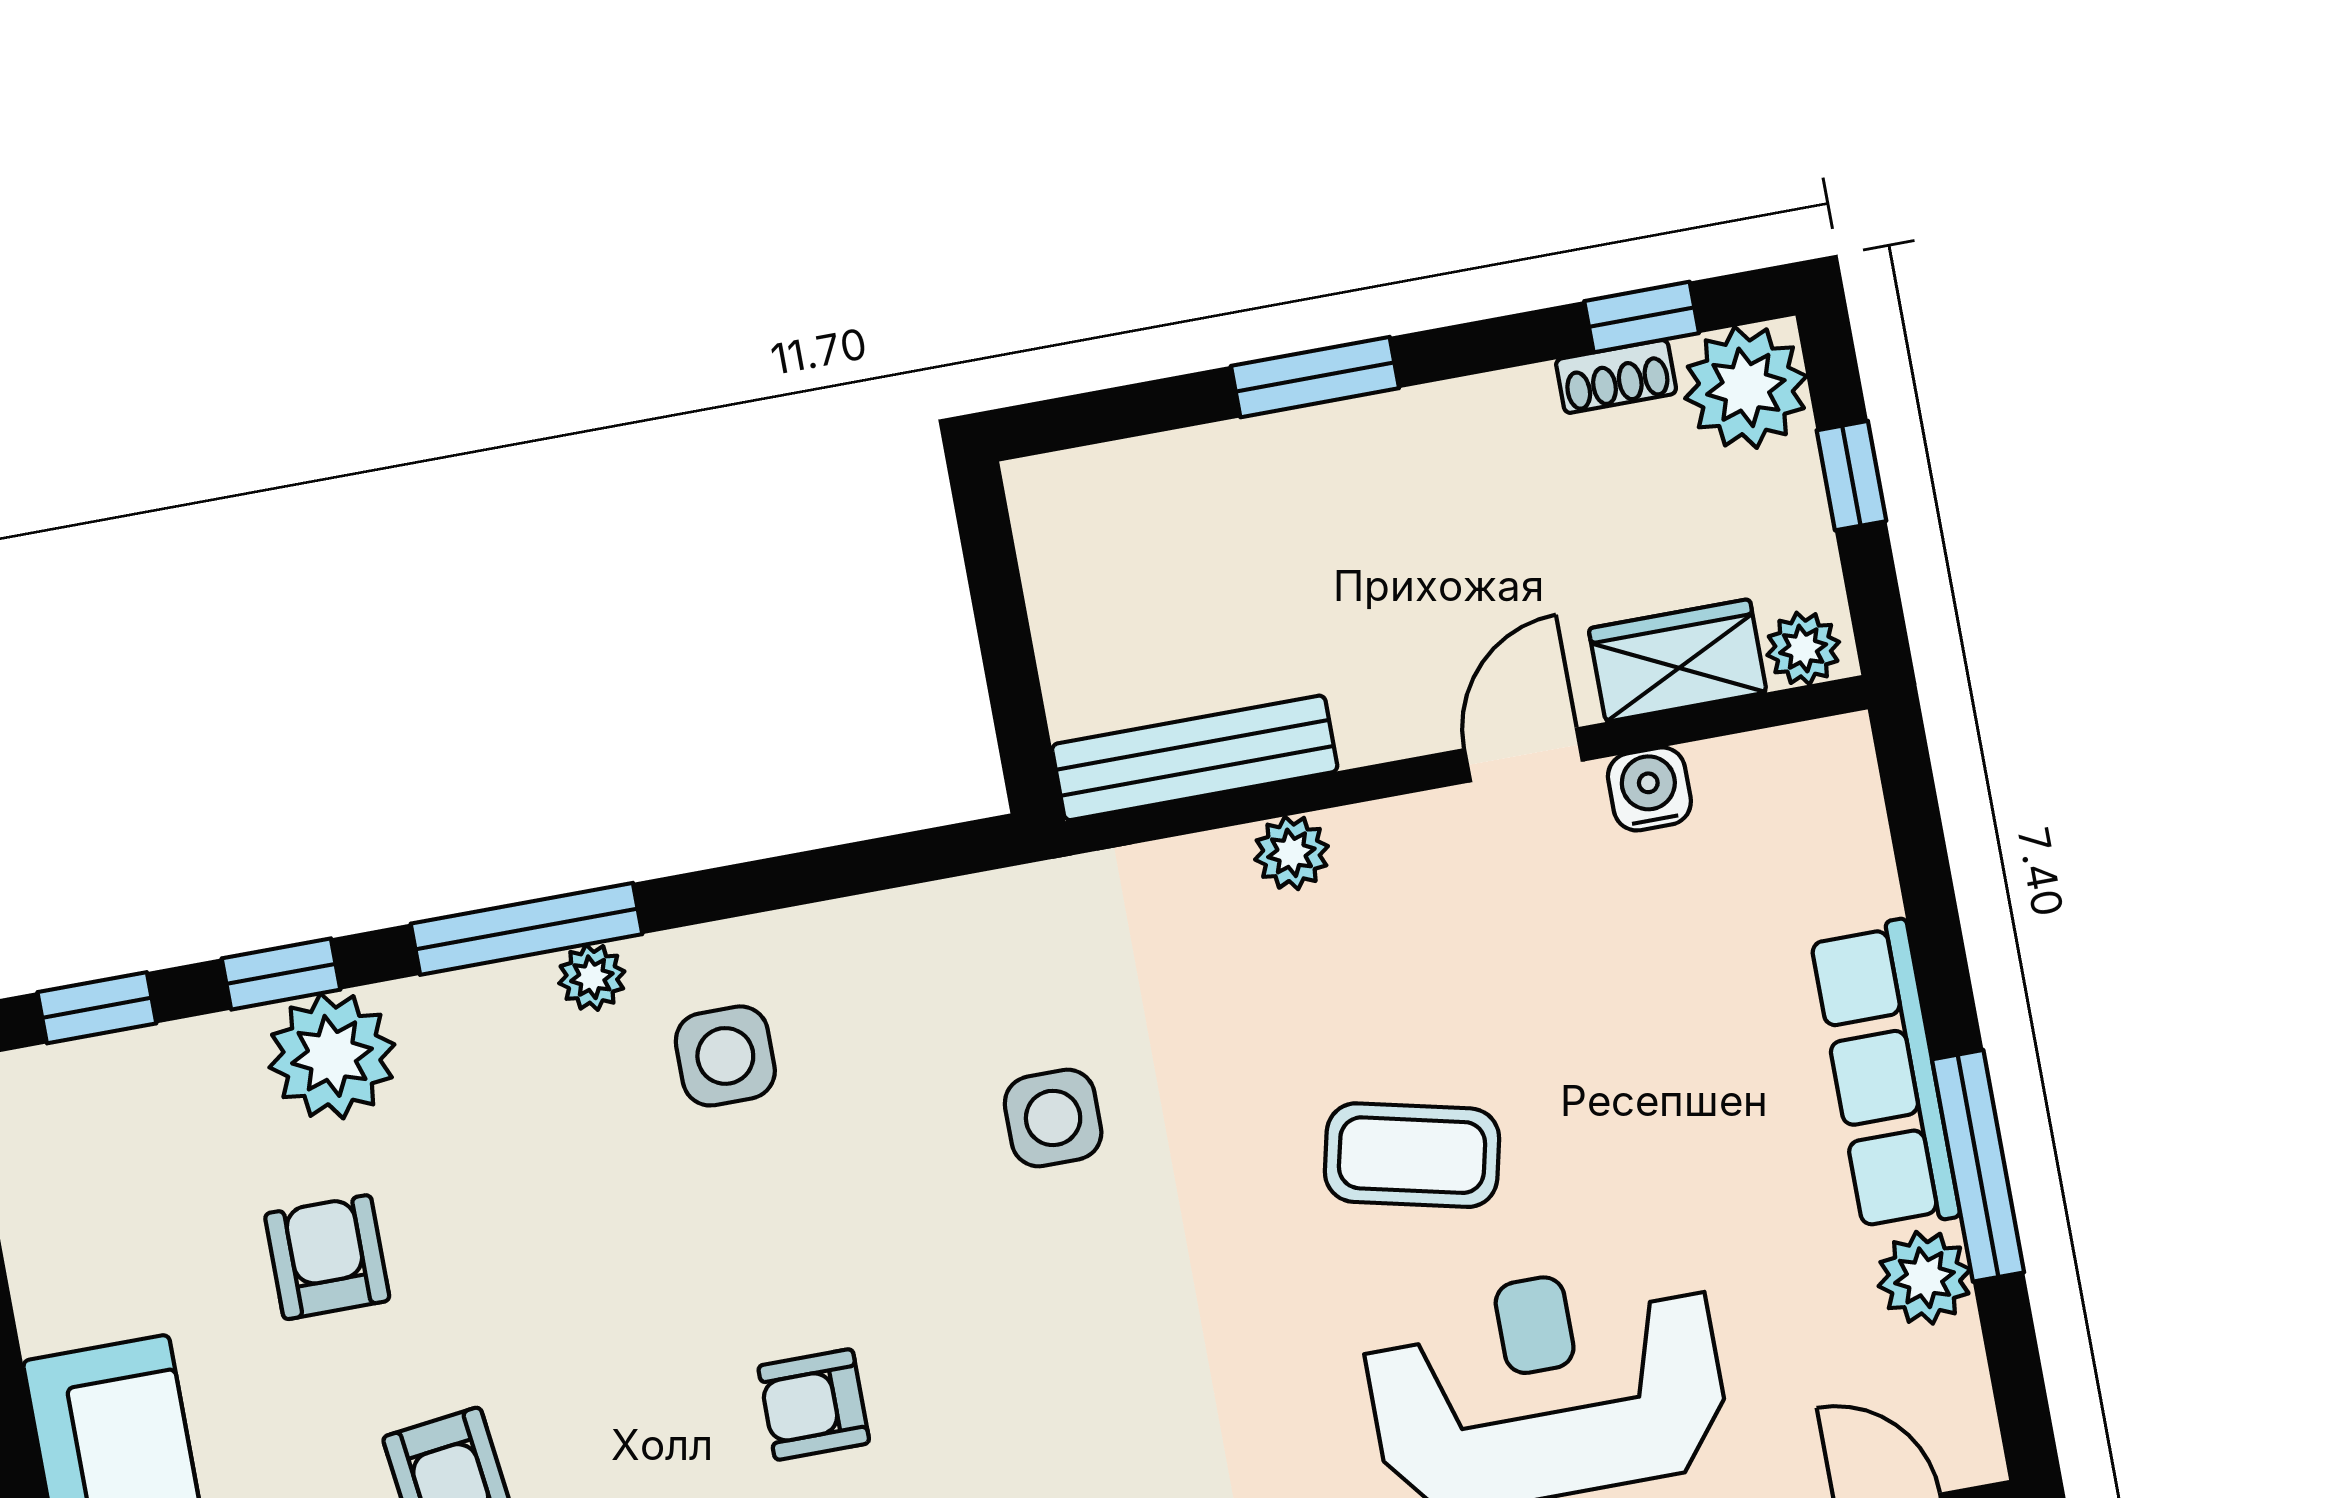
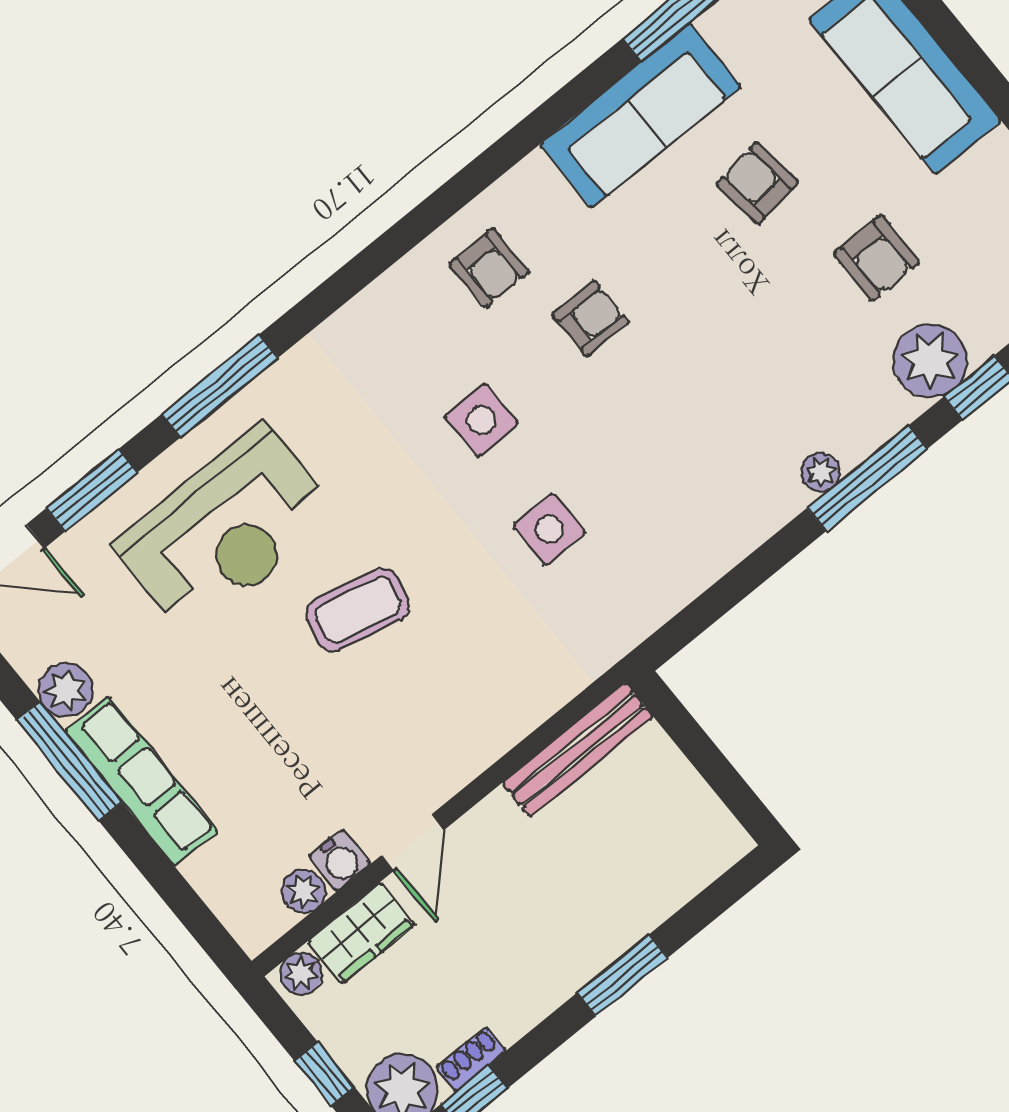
plant: (1291, 853) -> (303, 891), moved
side table: (725, 1056) -> (481, 420), moved

